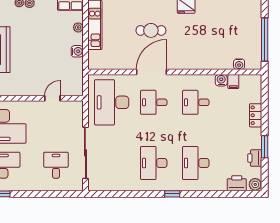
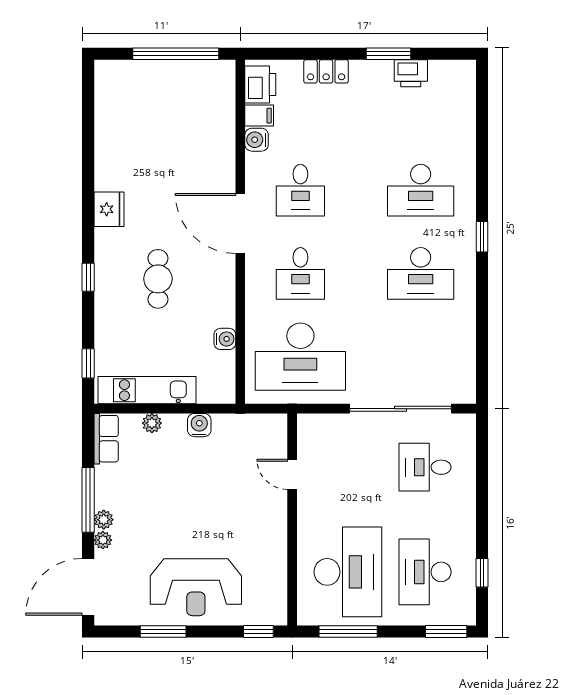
water cooler: (239, 64) -> (225, 339), moved
door: (152, 72) -> (240, 223), moved
printer: (237, 183) -> (260, 84), moved, turned 180
plant: (255, 184) -> (463, 72), removed

